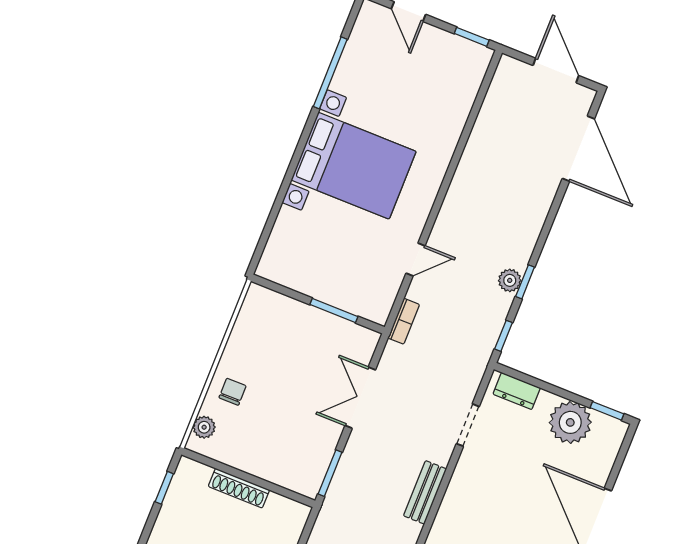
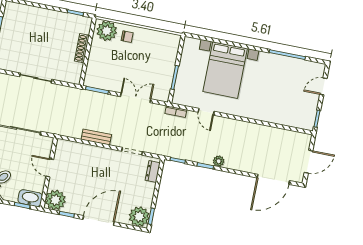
bed with nightstands: (354, 166) -> (225, 70), moved
plant: (510, 280) -> (219, 161), moved
plant: (570, 422) -> (139, 217), moved
plant: (204, 427) -> (107, 31), width x1.87, depth x1.87

